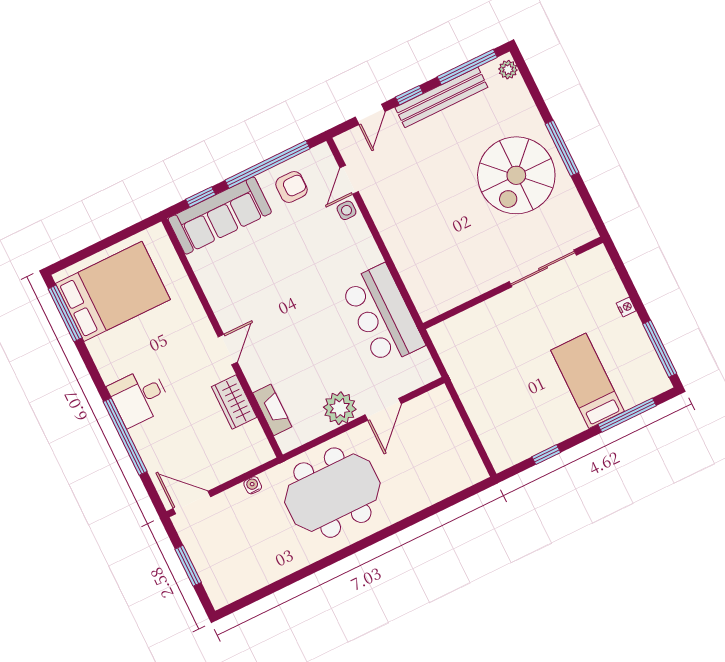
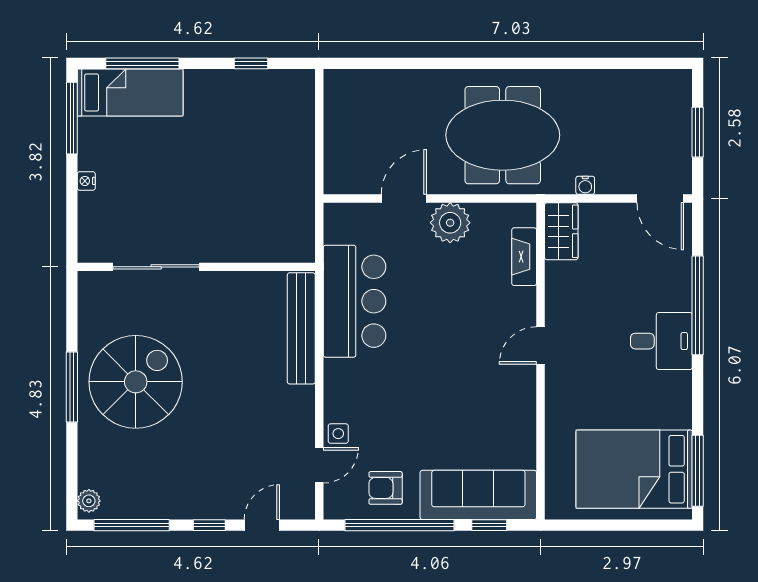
bench: (441, 97) -> (301, 328), moved, turned 90
bed: (587, 381) -> (130, 92), moved, turned -90
wardrobe: (234, 402) -> (561, 231), moved

